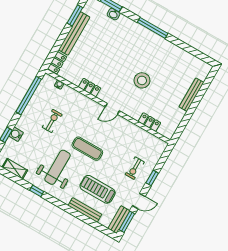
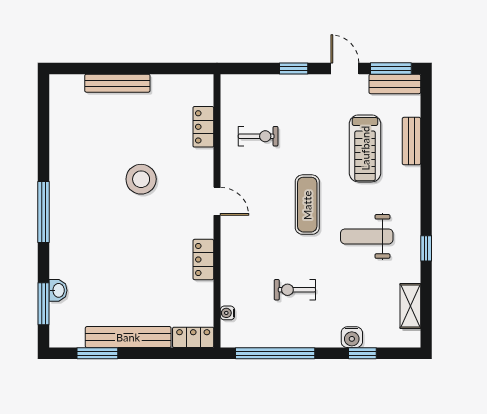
weight bench: (57, 167) -> (367, 236), width x0.73, depth x0.75
exercise bike: (135, 168) -> (258, 136), moved
bench: (85, 210) -> (411, 141), width x0.73

